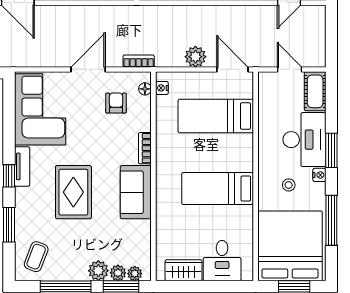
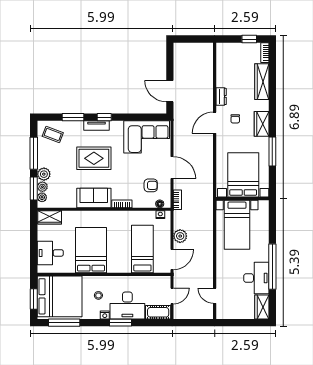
tv unit: (22, 166) -> (96, 126), moved
bed: (218, 189) -> (91, 250), width x1.50
window: (331, 220) -> (64, 323), moved
wardrobe: (183, 270) -> (50, 217), moved, turned 90

